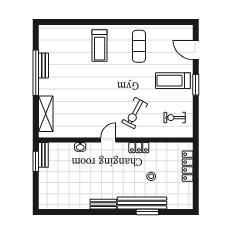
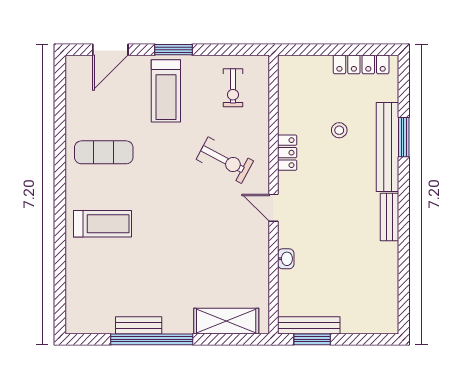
bench: (43, 155) -> (309, 325), width x1.36
locker: (188, 166) -> (361, 64), moved

